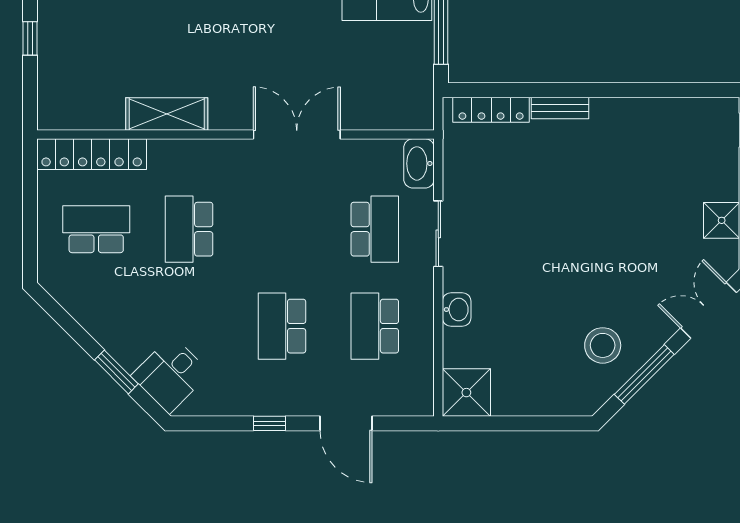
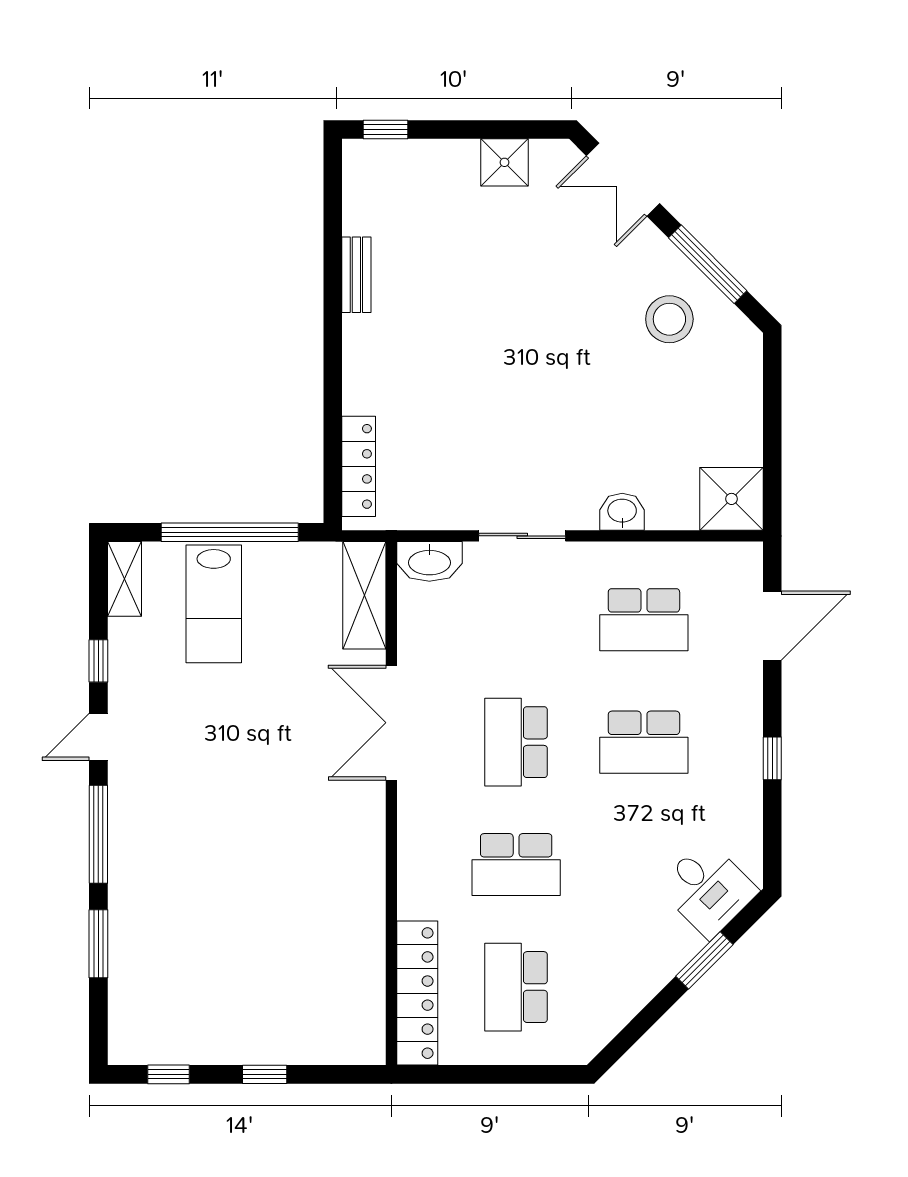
bench: (560, 108) -> (356, 275), moved
shelving: (167, 114) -> (364, 595), moved
school desk: (375, 229) -> (516, 742), moved, turned -90
door: (346, 423) -> (772, 626), moved

